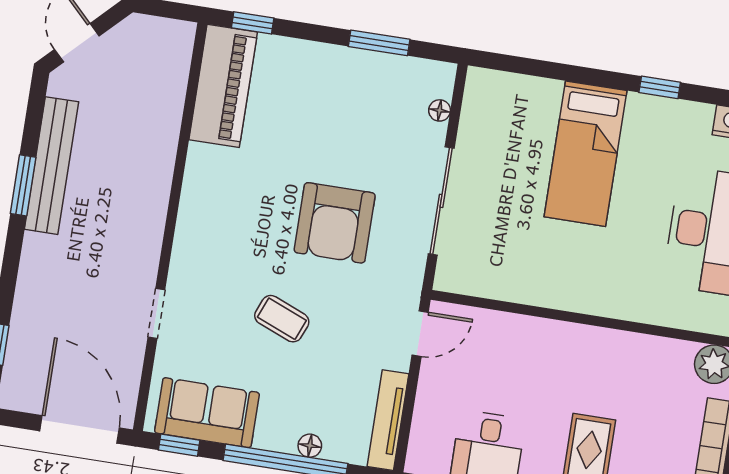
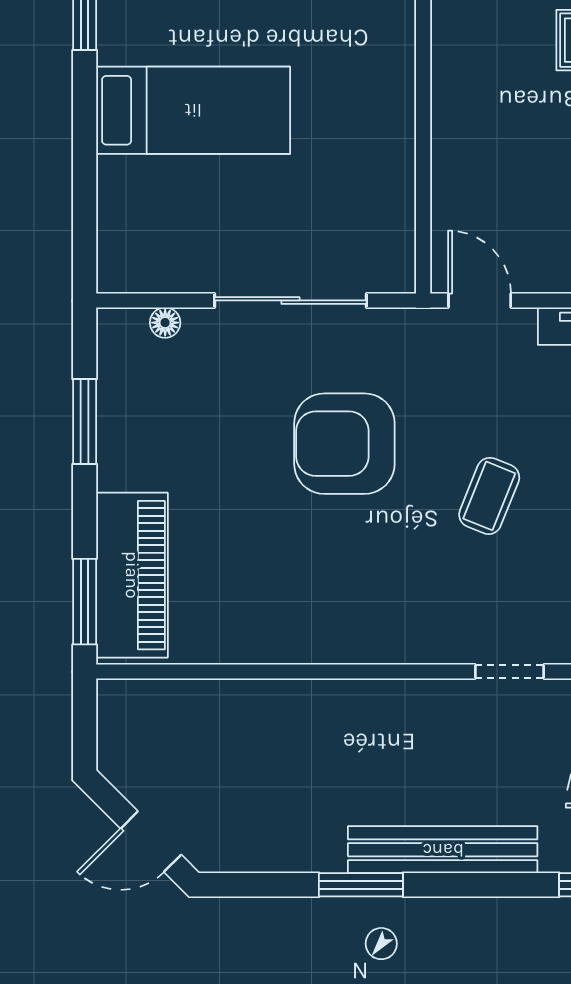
window: (253, 23) -> (85, 602), width x1.50
piano: (223, 86) -> (132, 575), moved, turned 90
bench: (51, 166) -> (443, 850), moved
armchair: (335, 223) -> (344, 444), turned 180

